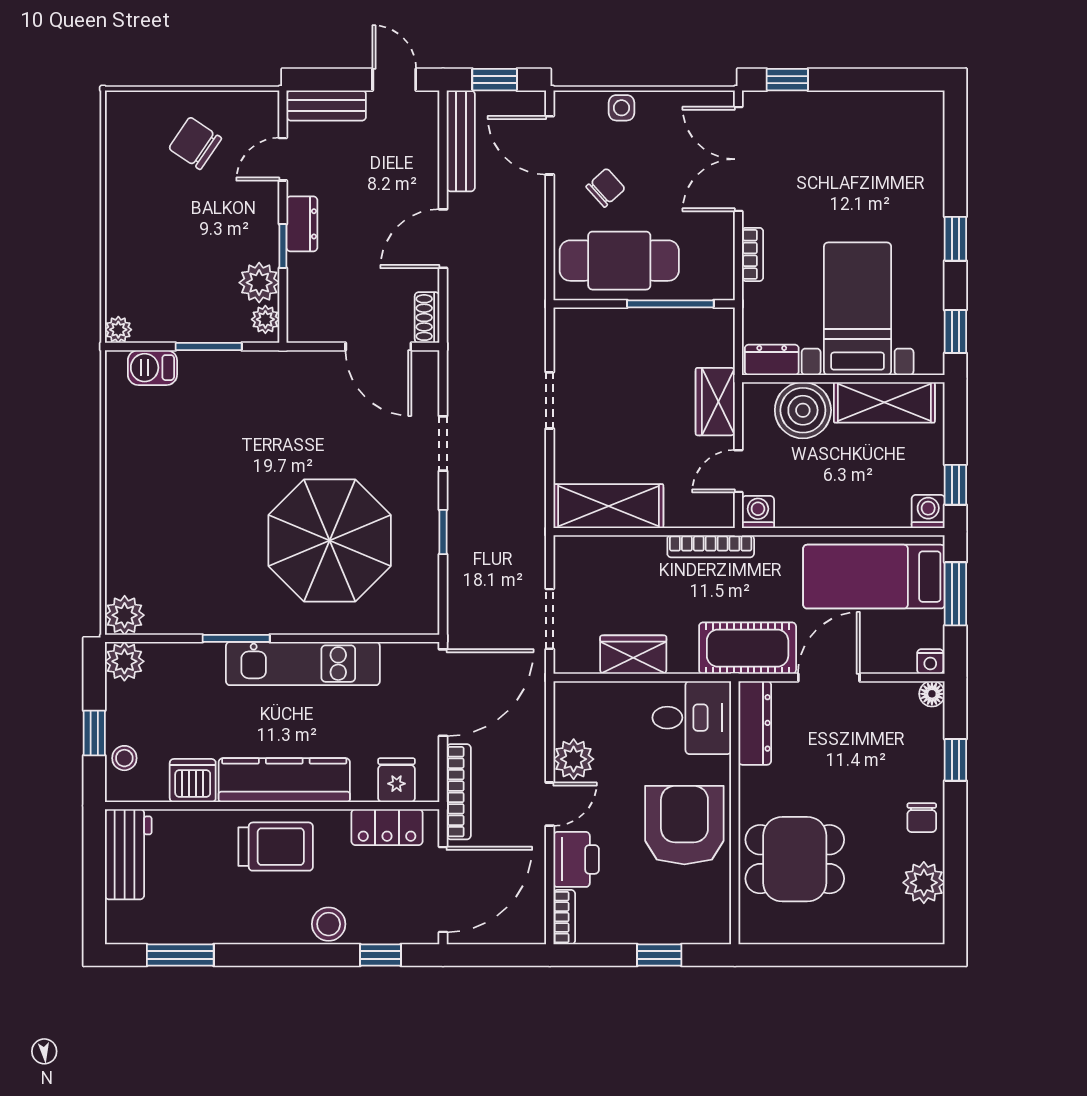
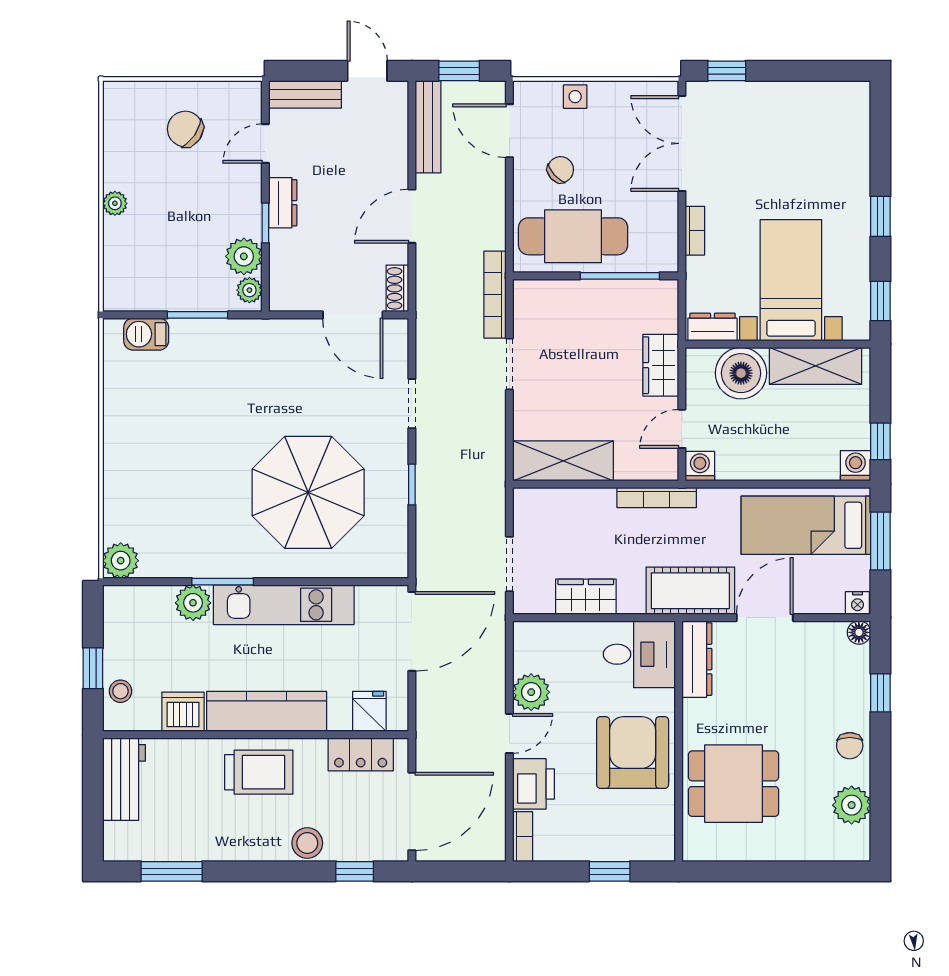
plant: (118, 330) -> (115, 203), moved
plant: (124, 661) -> (193, 603), moved
bookcase: (459, 792) -> (495, 295), moved, turned 180

